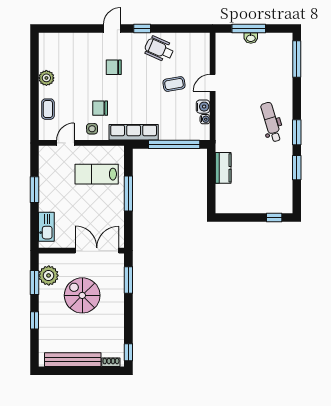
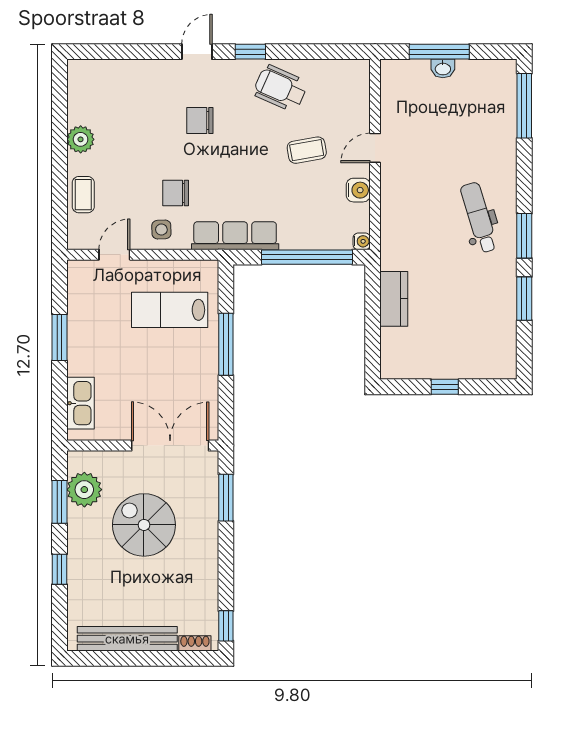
water cooler: (205, 119) -> (362, 241), moved
window: (274, 218) -> (445, 387), moved

